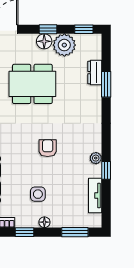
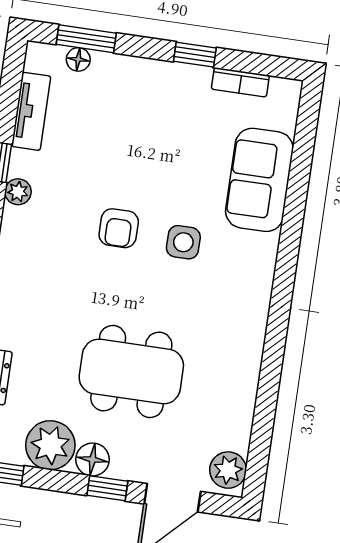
window: (48, 29) -> (107, 488), moved
side table: (38, 194) -> (183, 242), moved
floor lamp: (44, 222) -> (78, 59), moved

